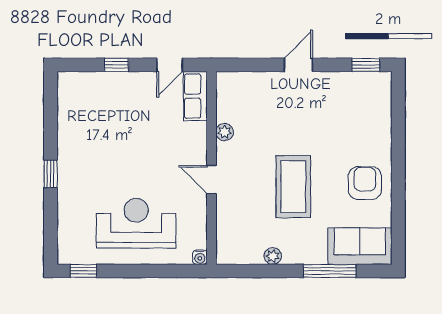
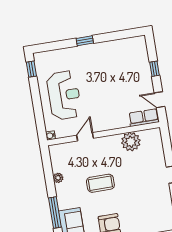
plant: (225, 132) -> (131, 142), width x1.87, depth x1.87
door: (212, 180) -> (85, 137), moved
coffee table: (293, 187) -> (100, 183), width x0.73, depth x0.76

